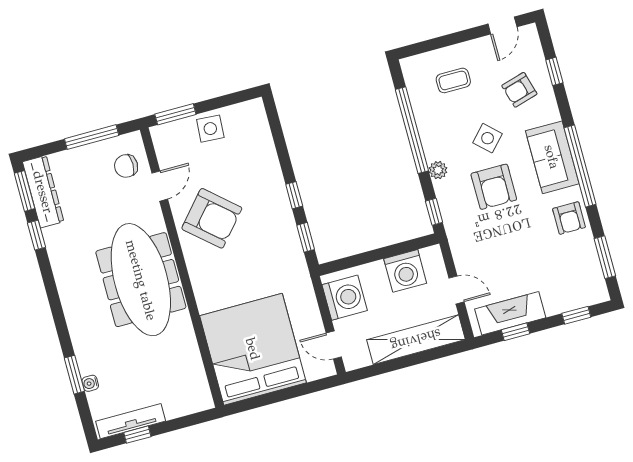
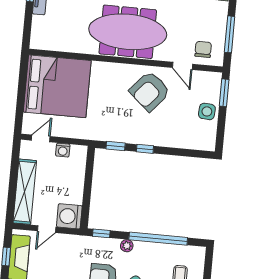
washing machine: (405, 271) -> (69, 216), moved
washing machine: (345, 298) -> (63, 150), width x0.53, depth x0.53

